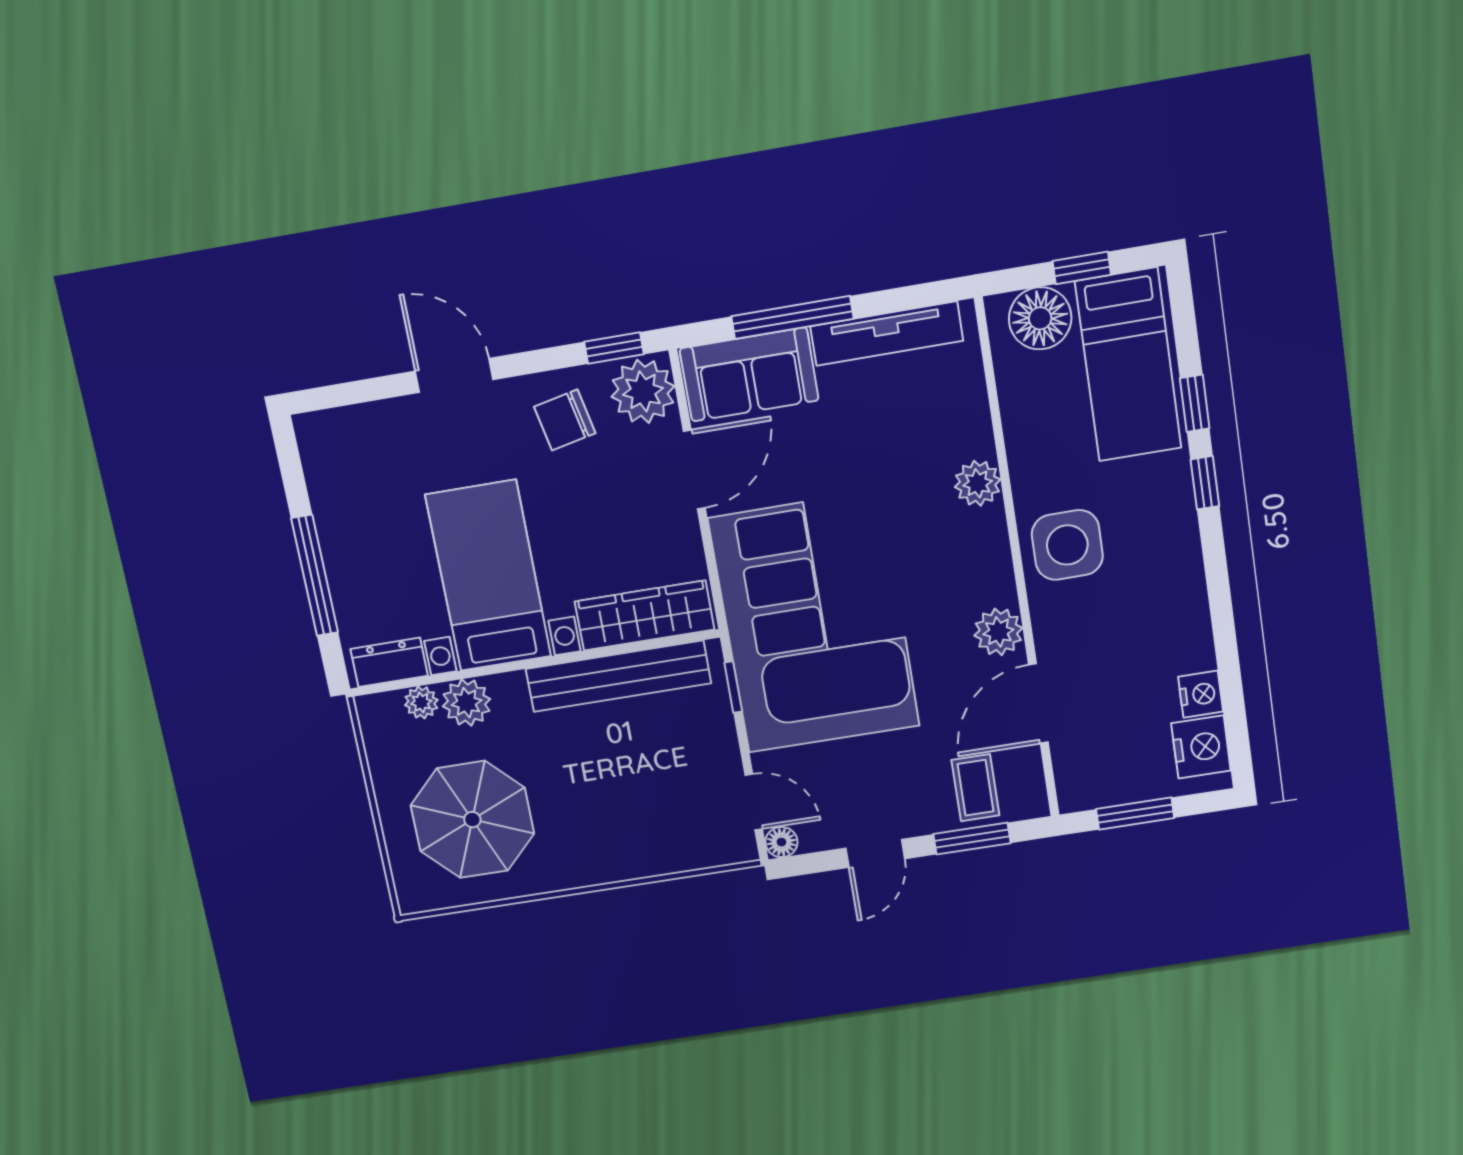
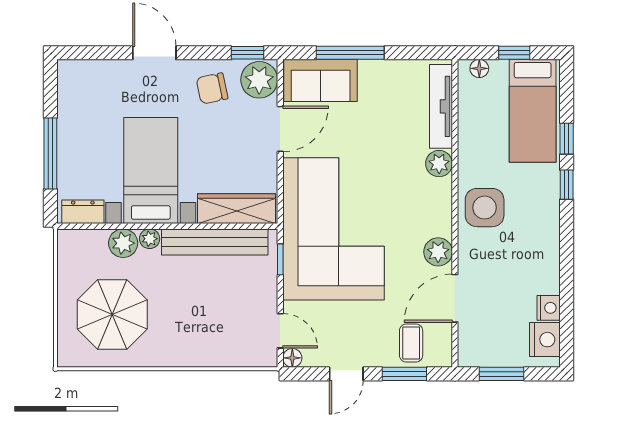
floor lamp: (1040, 318) -> (479, 68), width x0.53, depth x0.53
tv unit: (887, 333) -> (441, 106), moved, turned 90
plant: (421, 702) -> (150, 239), moved

